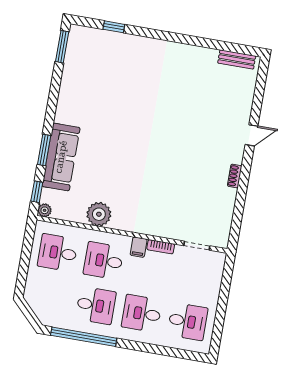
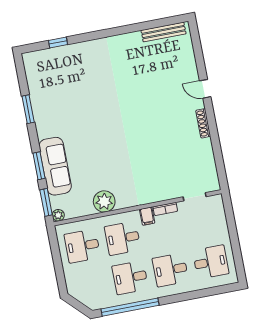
window: (62, 47) -> (28, 109), moved
bench: (237, 59) -> (164, 32), width x1.36
door: (252, 135) -> (205, 89), swing flipped
shoe rack: (235, 176) -> (203, 123), width x1.43
window: (37, 192) -> (46, 202), width x1.50
desk: (96, 305) -> (130, 278), turned 180

